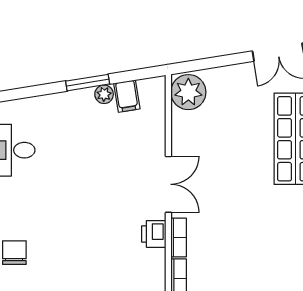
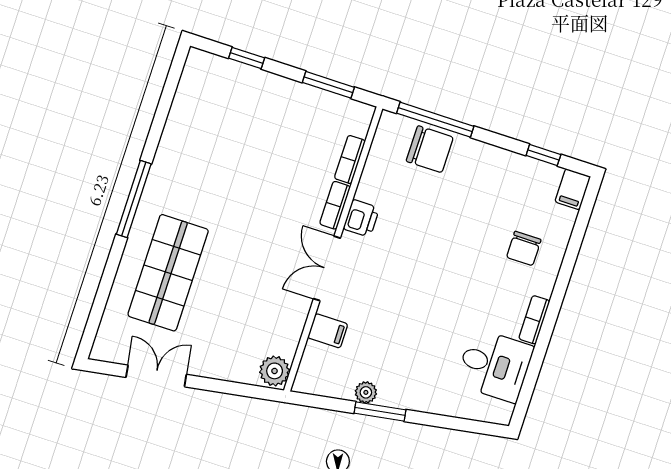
plant: (188, 92) -> (275, 371), width x0.73, depth x0.73
filing cabinet: (127, 96) -> (328, 331), moved, turned 99

